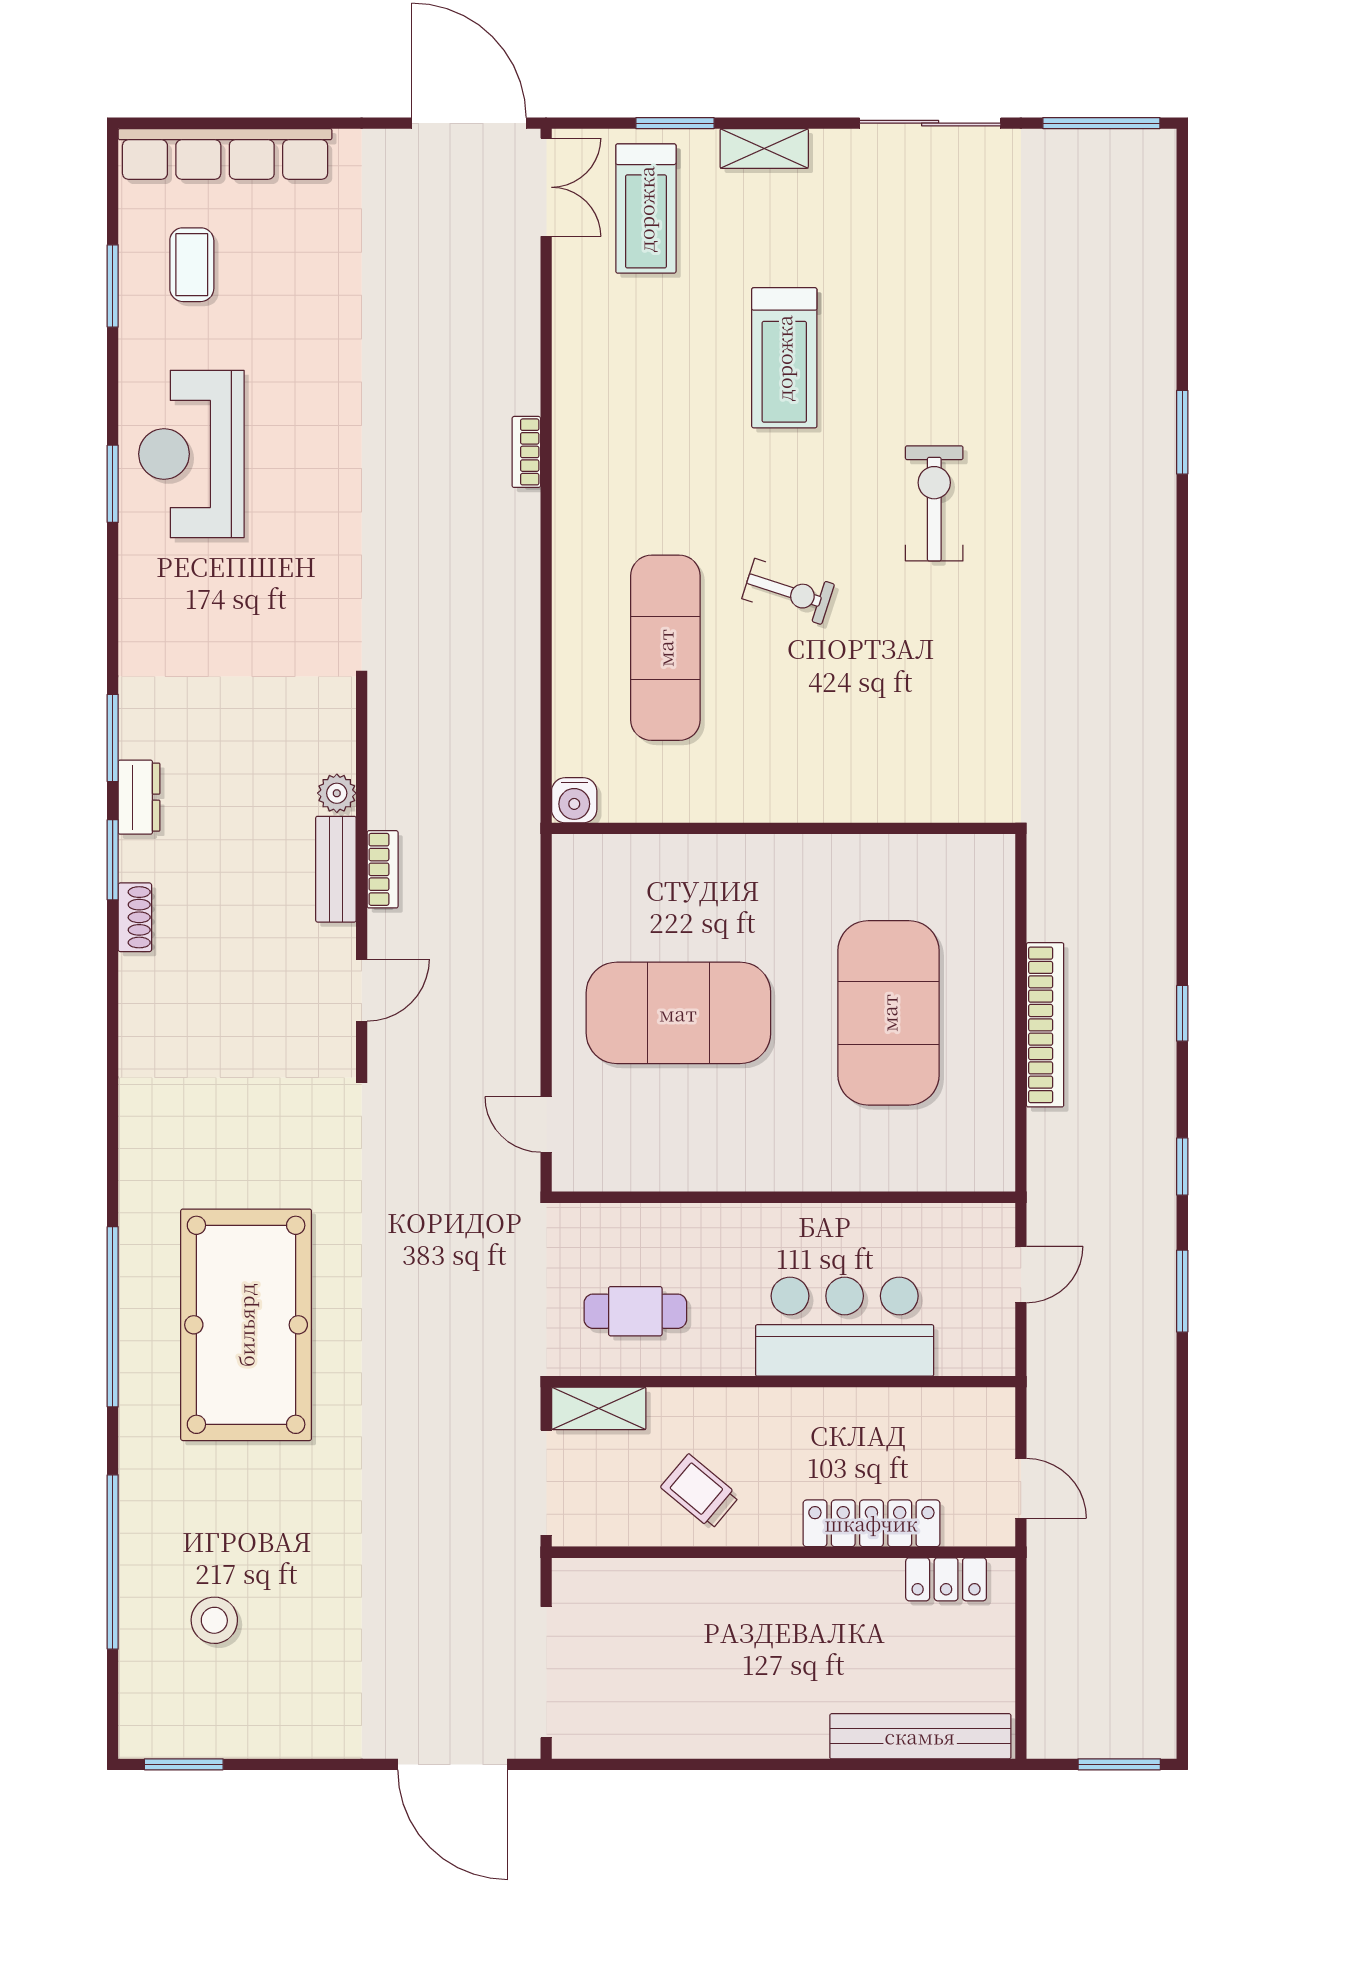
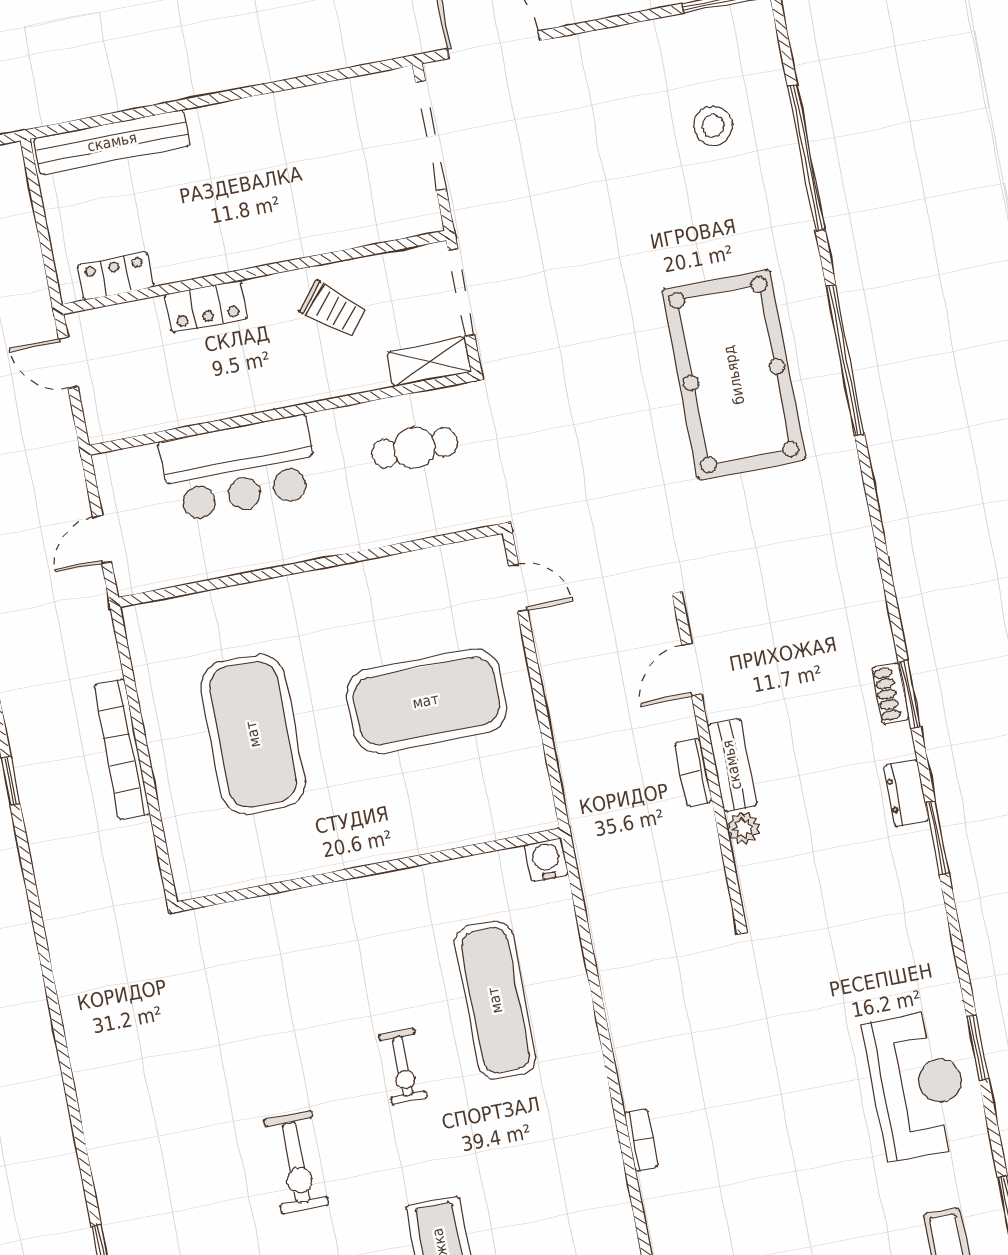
exercise bike: (788, 591) -> (403, 1066), turned -108
window: (113, 860) -> (910, 694), moved
locker: (871, 1523) -> (206, 306), width x0.66

